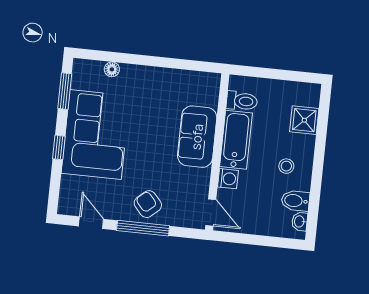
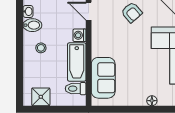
floor lamp: (112, 69) -> (152, 101), moved
shower: (304, 120) -> (41, 97), moved
sofa: (197, 137) -> (103, 78), moved

